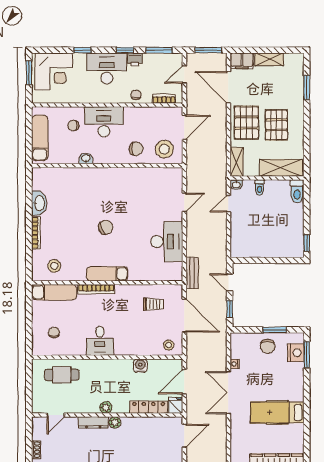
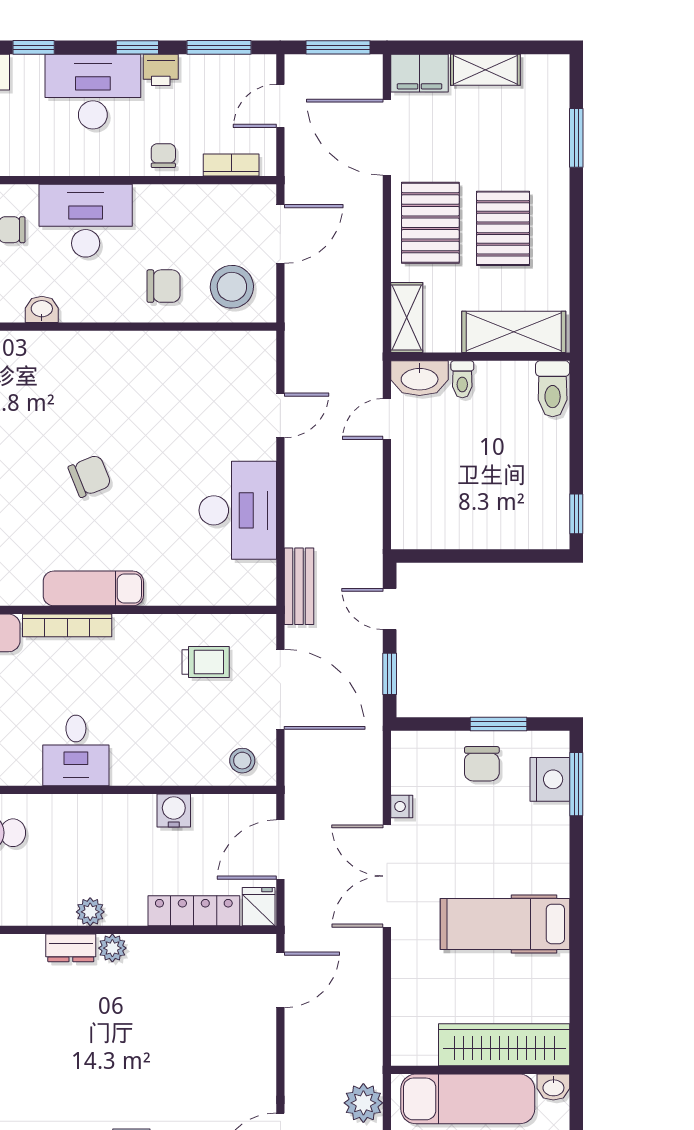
washbasin: (236, 185) -> (420, 378), width x1.91, depth x1.45
dresser: (93, 422) -> (71, 948), width x0.70

